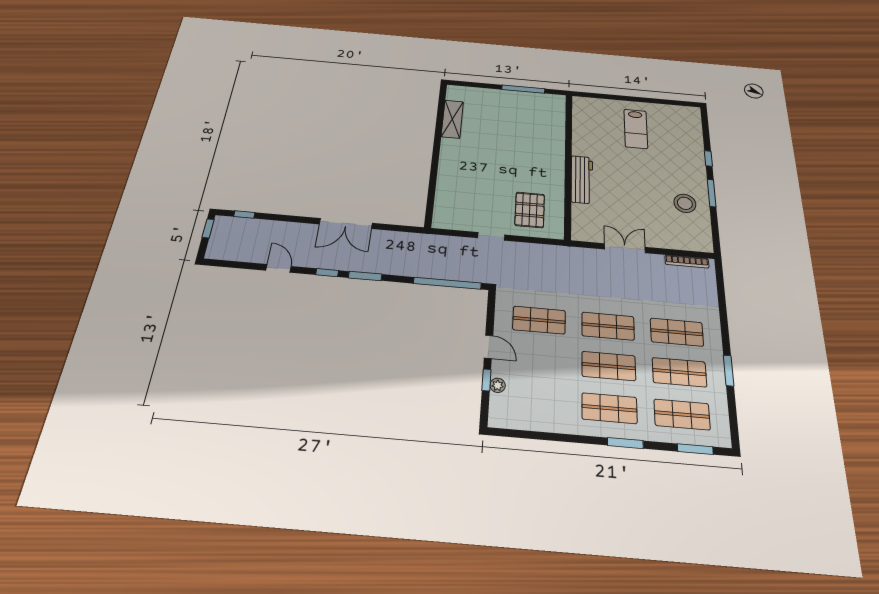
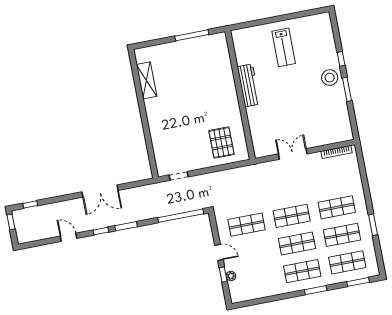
workbench: (582, 180) -> (249, 85), moved
stool: (685, 203) -> (330, 78), moved
doorway: (491, 236) -> (179, 176), moved

